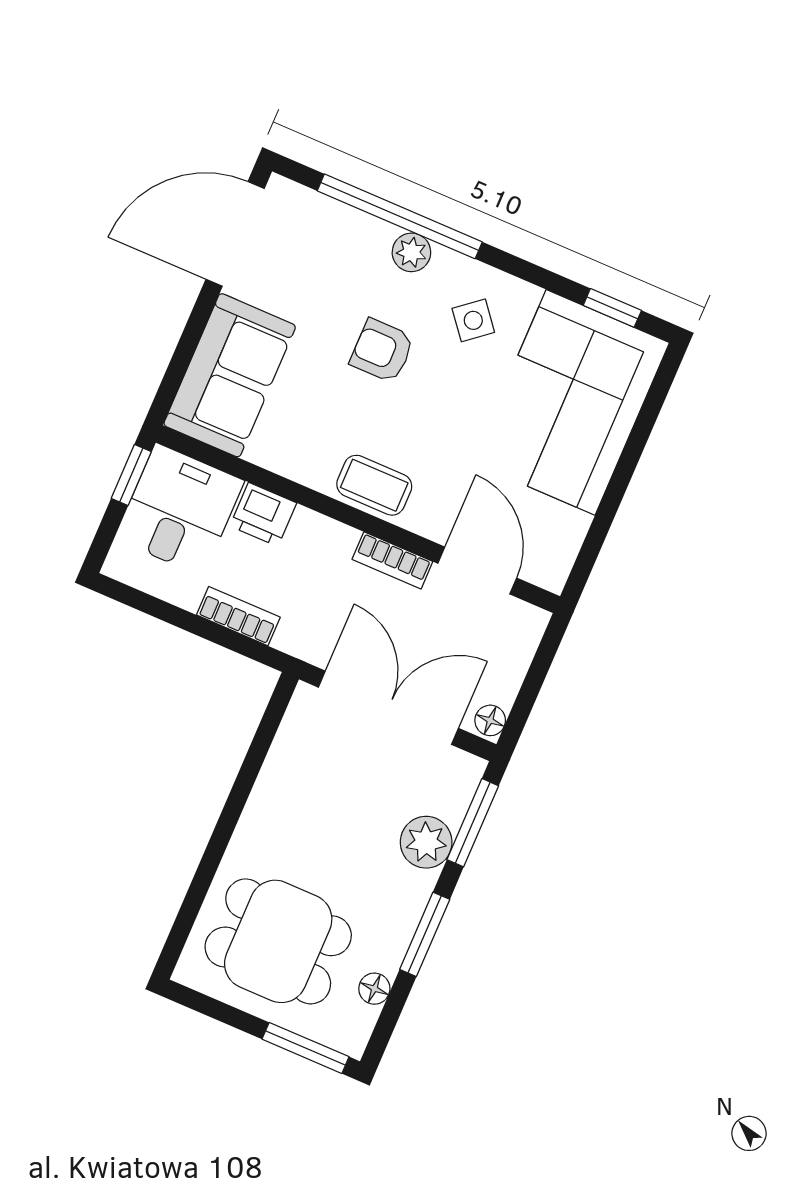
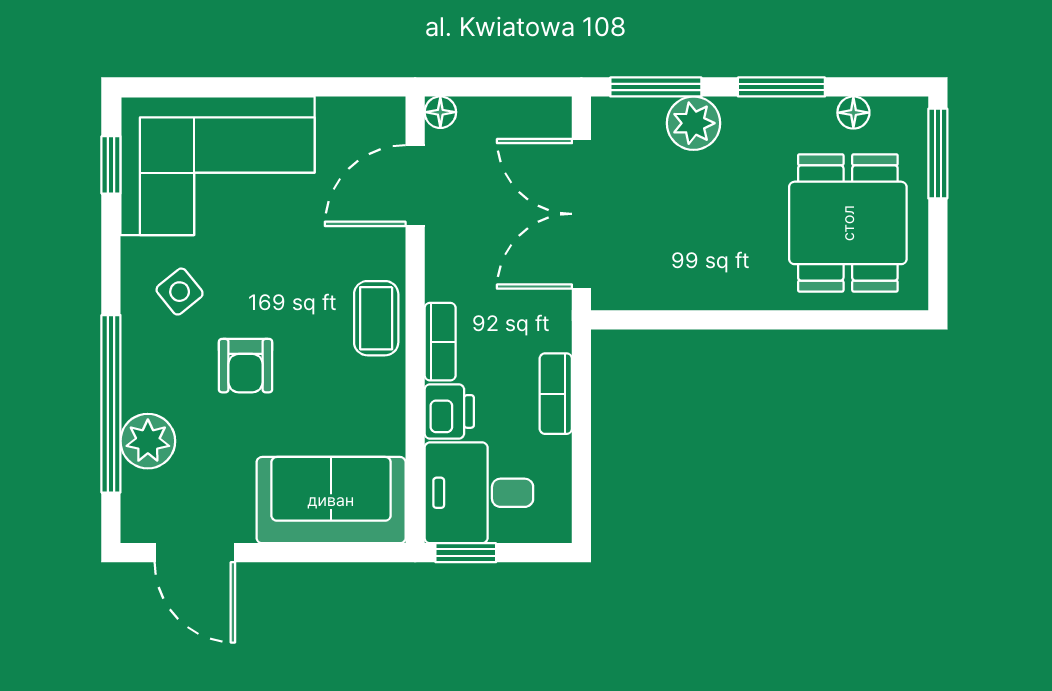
door: (235, 234) -> (195, 553), width x0.73
plant: (411, 252) -> (148, 441), moved, width x1.38, depth x1.38
bookcase: (392, 560) -> (440, 342), moved
floor lamp: (490, 720) -> (440, 112), moved

